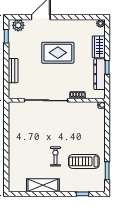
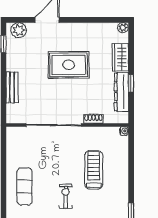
exercise mat: (23, 149) -> (24, 186), added
treadmill: (84, 161) -> (94, 170), moved, turned 90

